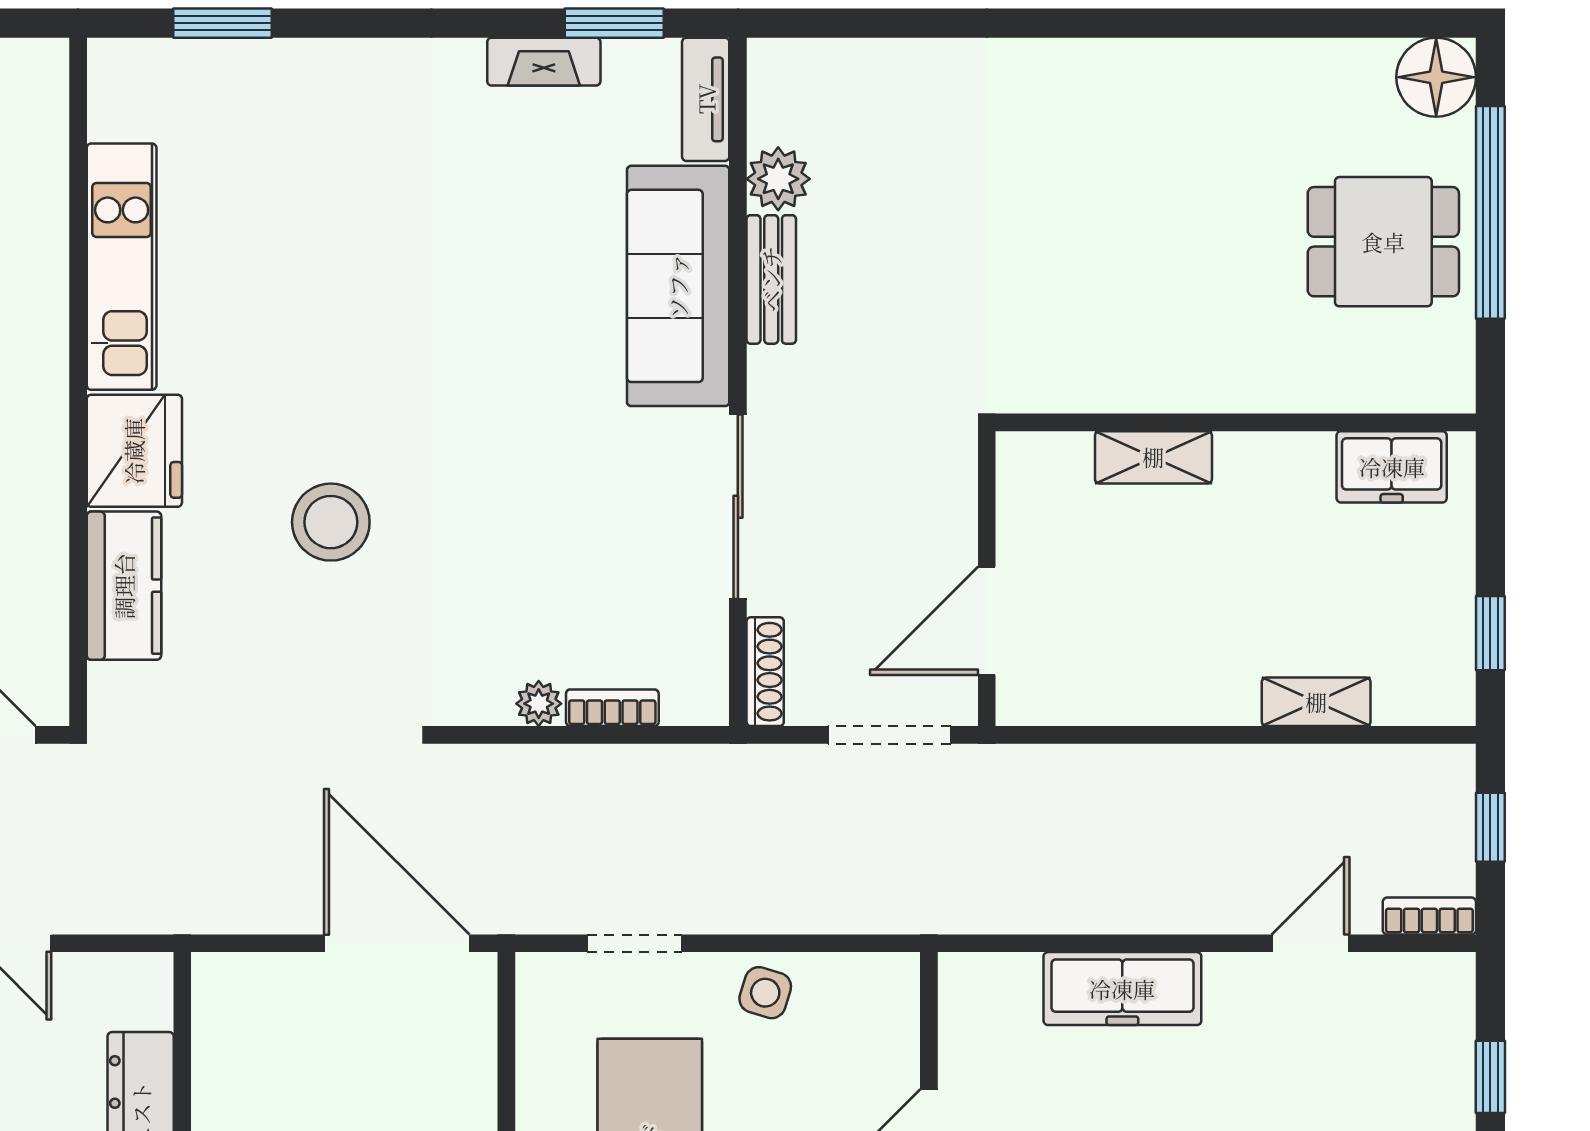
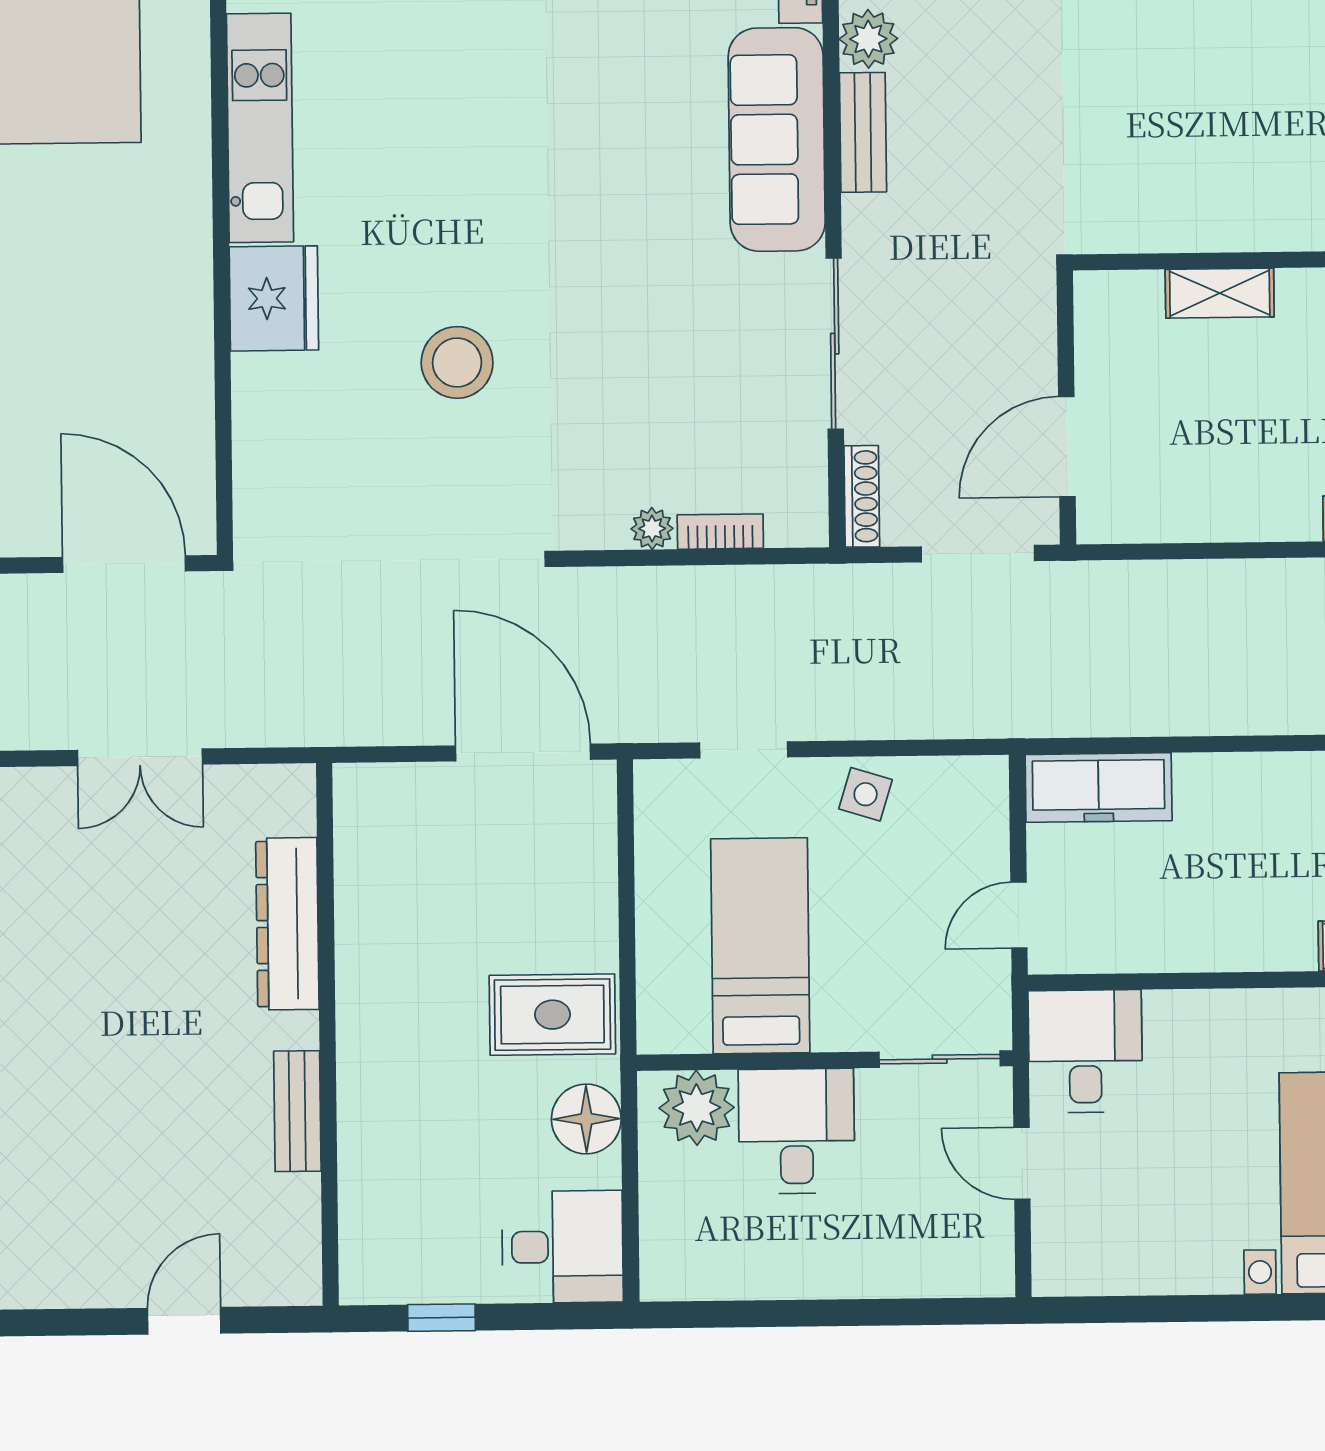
kitchen counter: (124, 586) -> (266, 424), removed
freezer: (1122, 989) -> (1099, 788), moved

